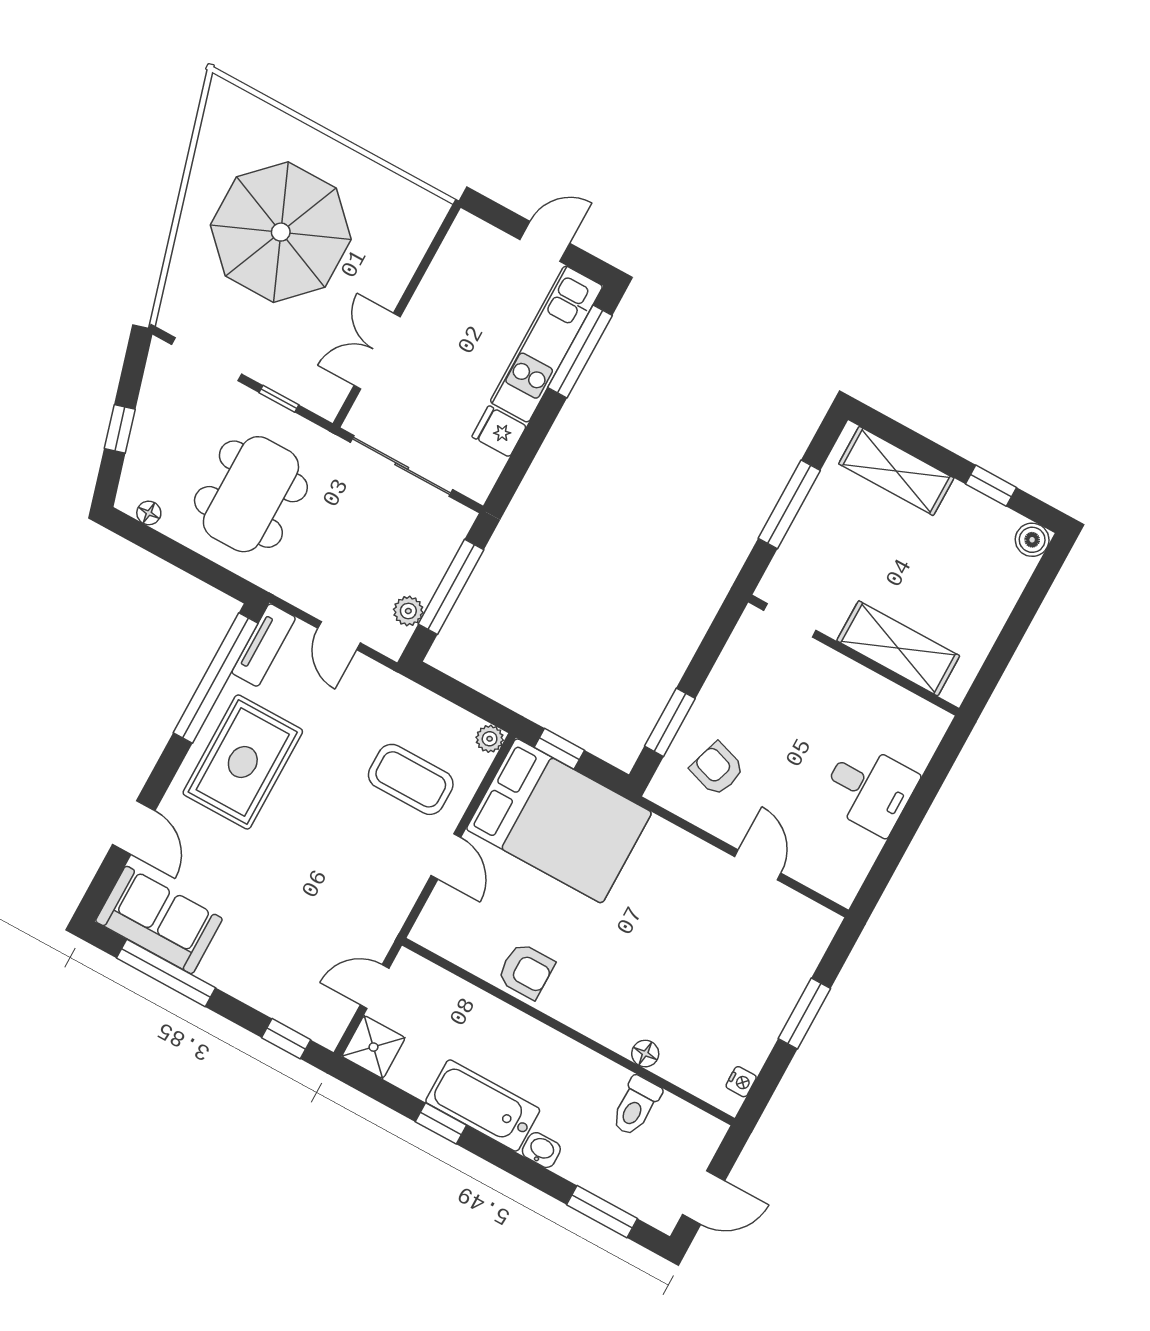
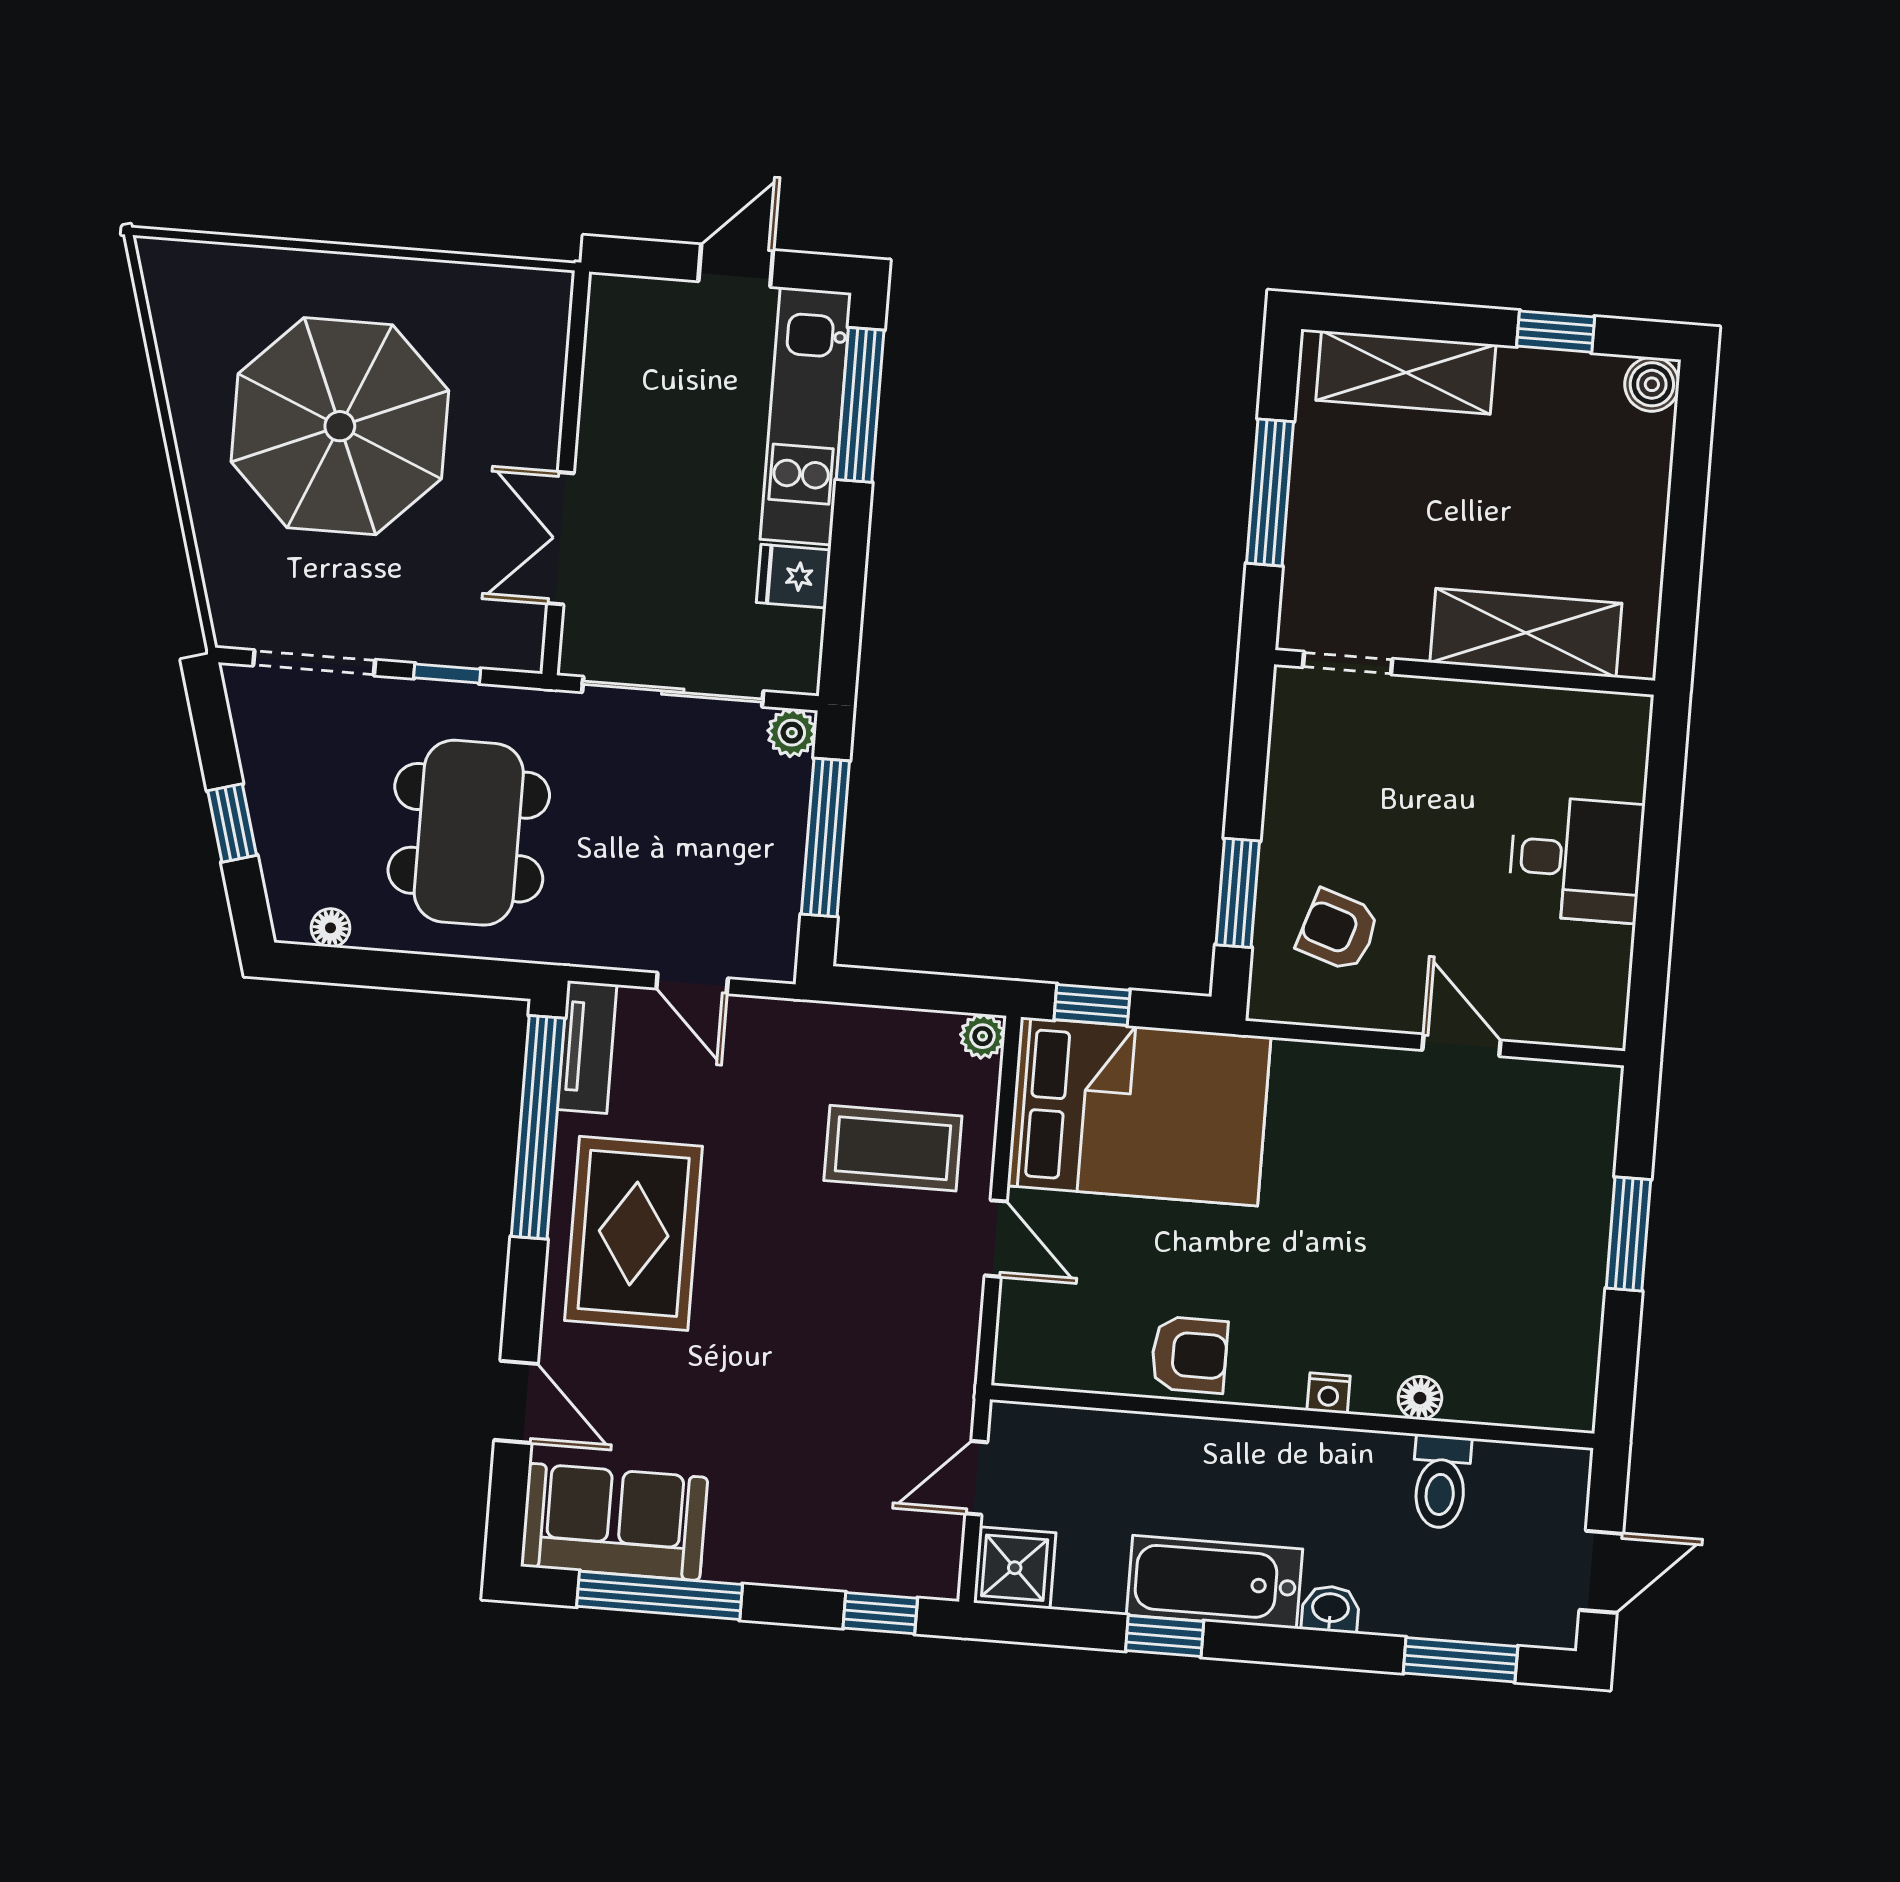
plant: (408, 611) -> (792, 733), moved
nightstand: (741, 1082) -> (1329, 1393), moved, turned 90

